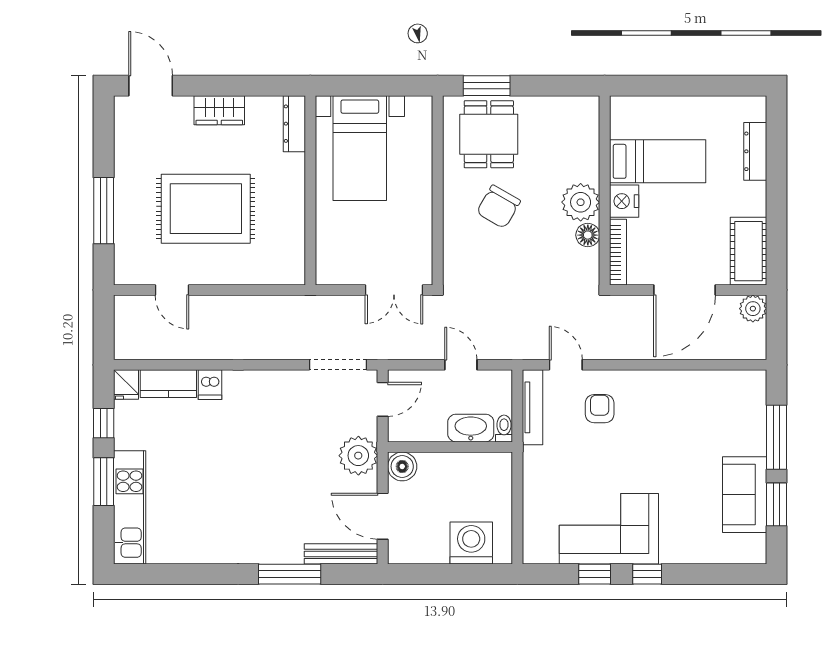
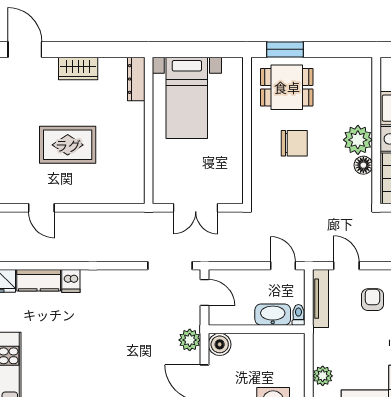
dining table: (489, 134) -> (287, 87), turned 90
chair: (498, 207) -> (294, 143), turned -120
rug: (206, 209) -> (68, 145), width x0.73, depth x0.69
double door: (394, 290) -> (196, 208), moved
door: (461, 365) -> (283, 266), moved
door: (383, 399) -> (205, 292), hinge flipped
plant: (358, 456) -> (190, 340), width x0.73, depth x0.73
plant: (535, 507) -> (323, 376), added

